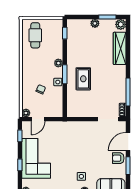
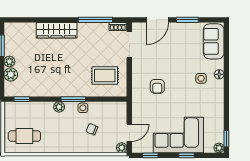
plant: (121, 24) -> (11, 74), moved
wardrobe: (120, 48) -> (57, 30), moved
rug: (83, 79) -> (105, 75), moved
door: (38, 119) -> (129, 133), hinge flipped
door: (128, 141) -> (157, 20), hinge flipped
armchair: (118, 158) -> (157, 86), moved

